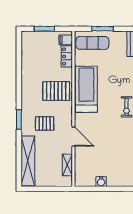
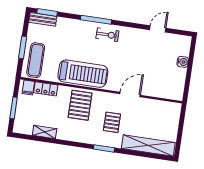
treadmill: (86, 89) -> (83, 74), turned 180
shelving: (67, 165) -> (45, 132), moved
water cooler: (101, 182) -> (183, 62), moved

